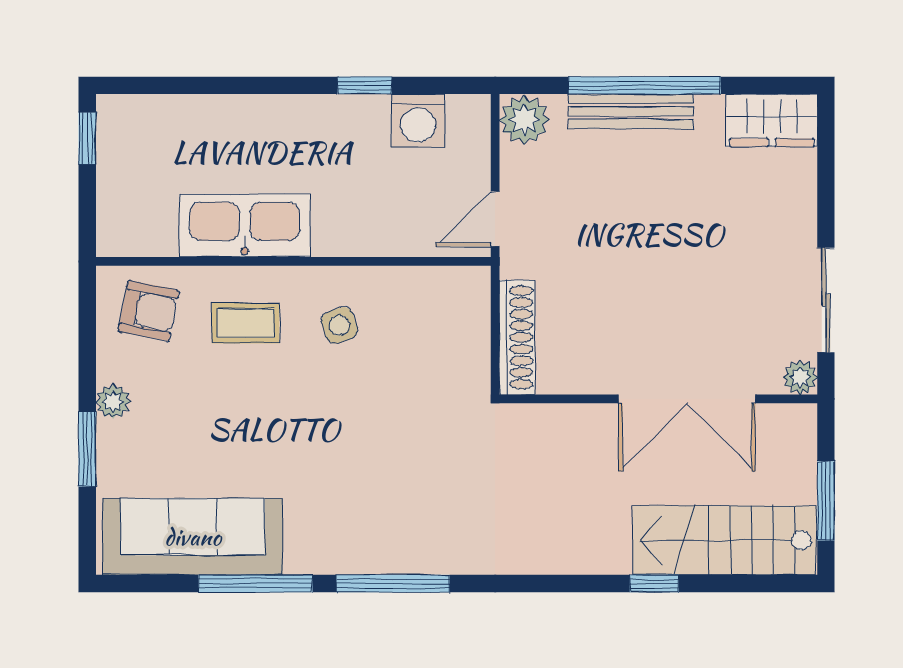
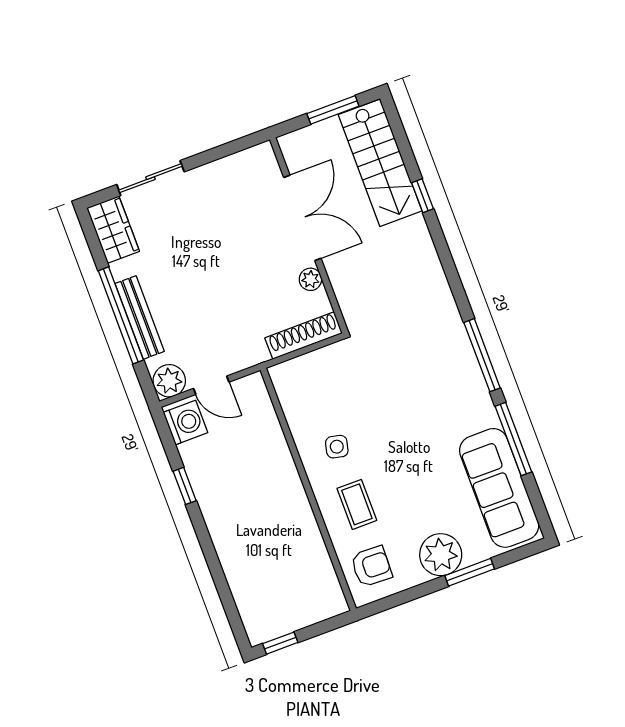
washing machine: (418, 121) -> (185, 423), moved
door: (495, 219) -> (211, 385), moved
kitchen sink: (245, 226) -> (298, 527), removed
sliding door: (826, 300) -> (150, 178), moved
armchair: (149, 311) -> (371, 566), turned 81
side table: (339, 325) -> (337, 447), turned 32
plant: (800, 377) -> (310, 279), moved
plant: (113, 402) -> (441, 555), width x1.87, depth x1.87

